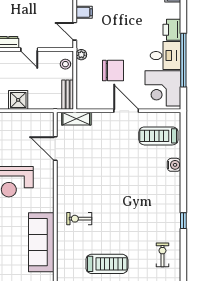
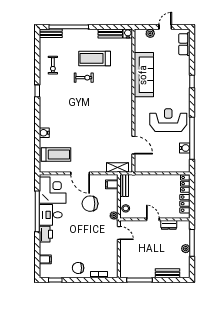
filing cabinet: (84, 12) -> (112, 184), moved
shower: (18, 100) -> (161, 182), removed
exercise bike: (79, 219) -> (84, 78), moved

